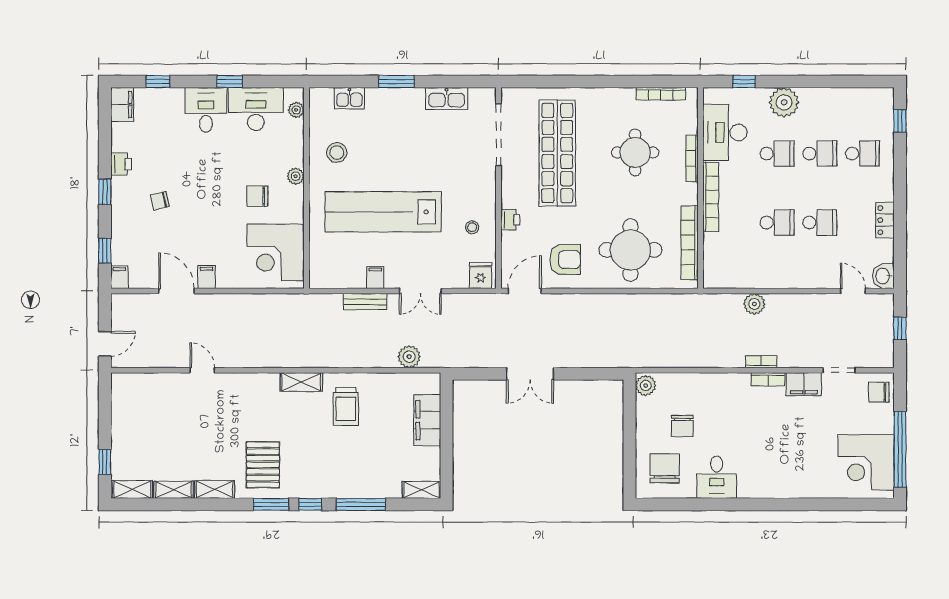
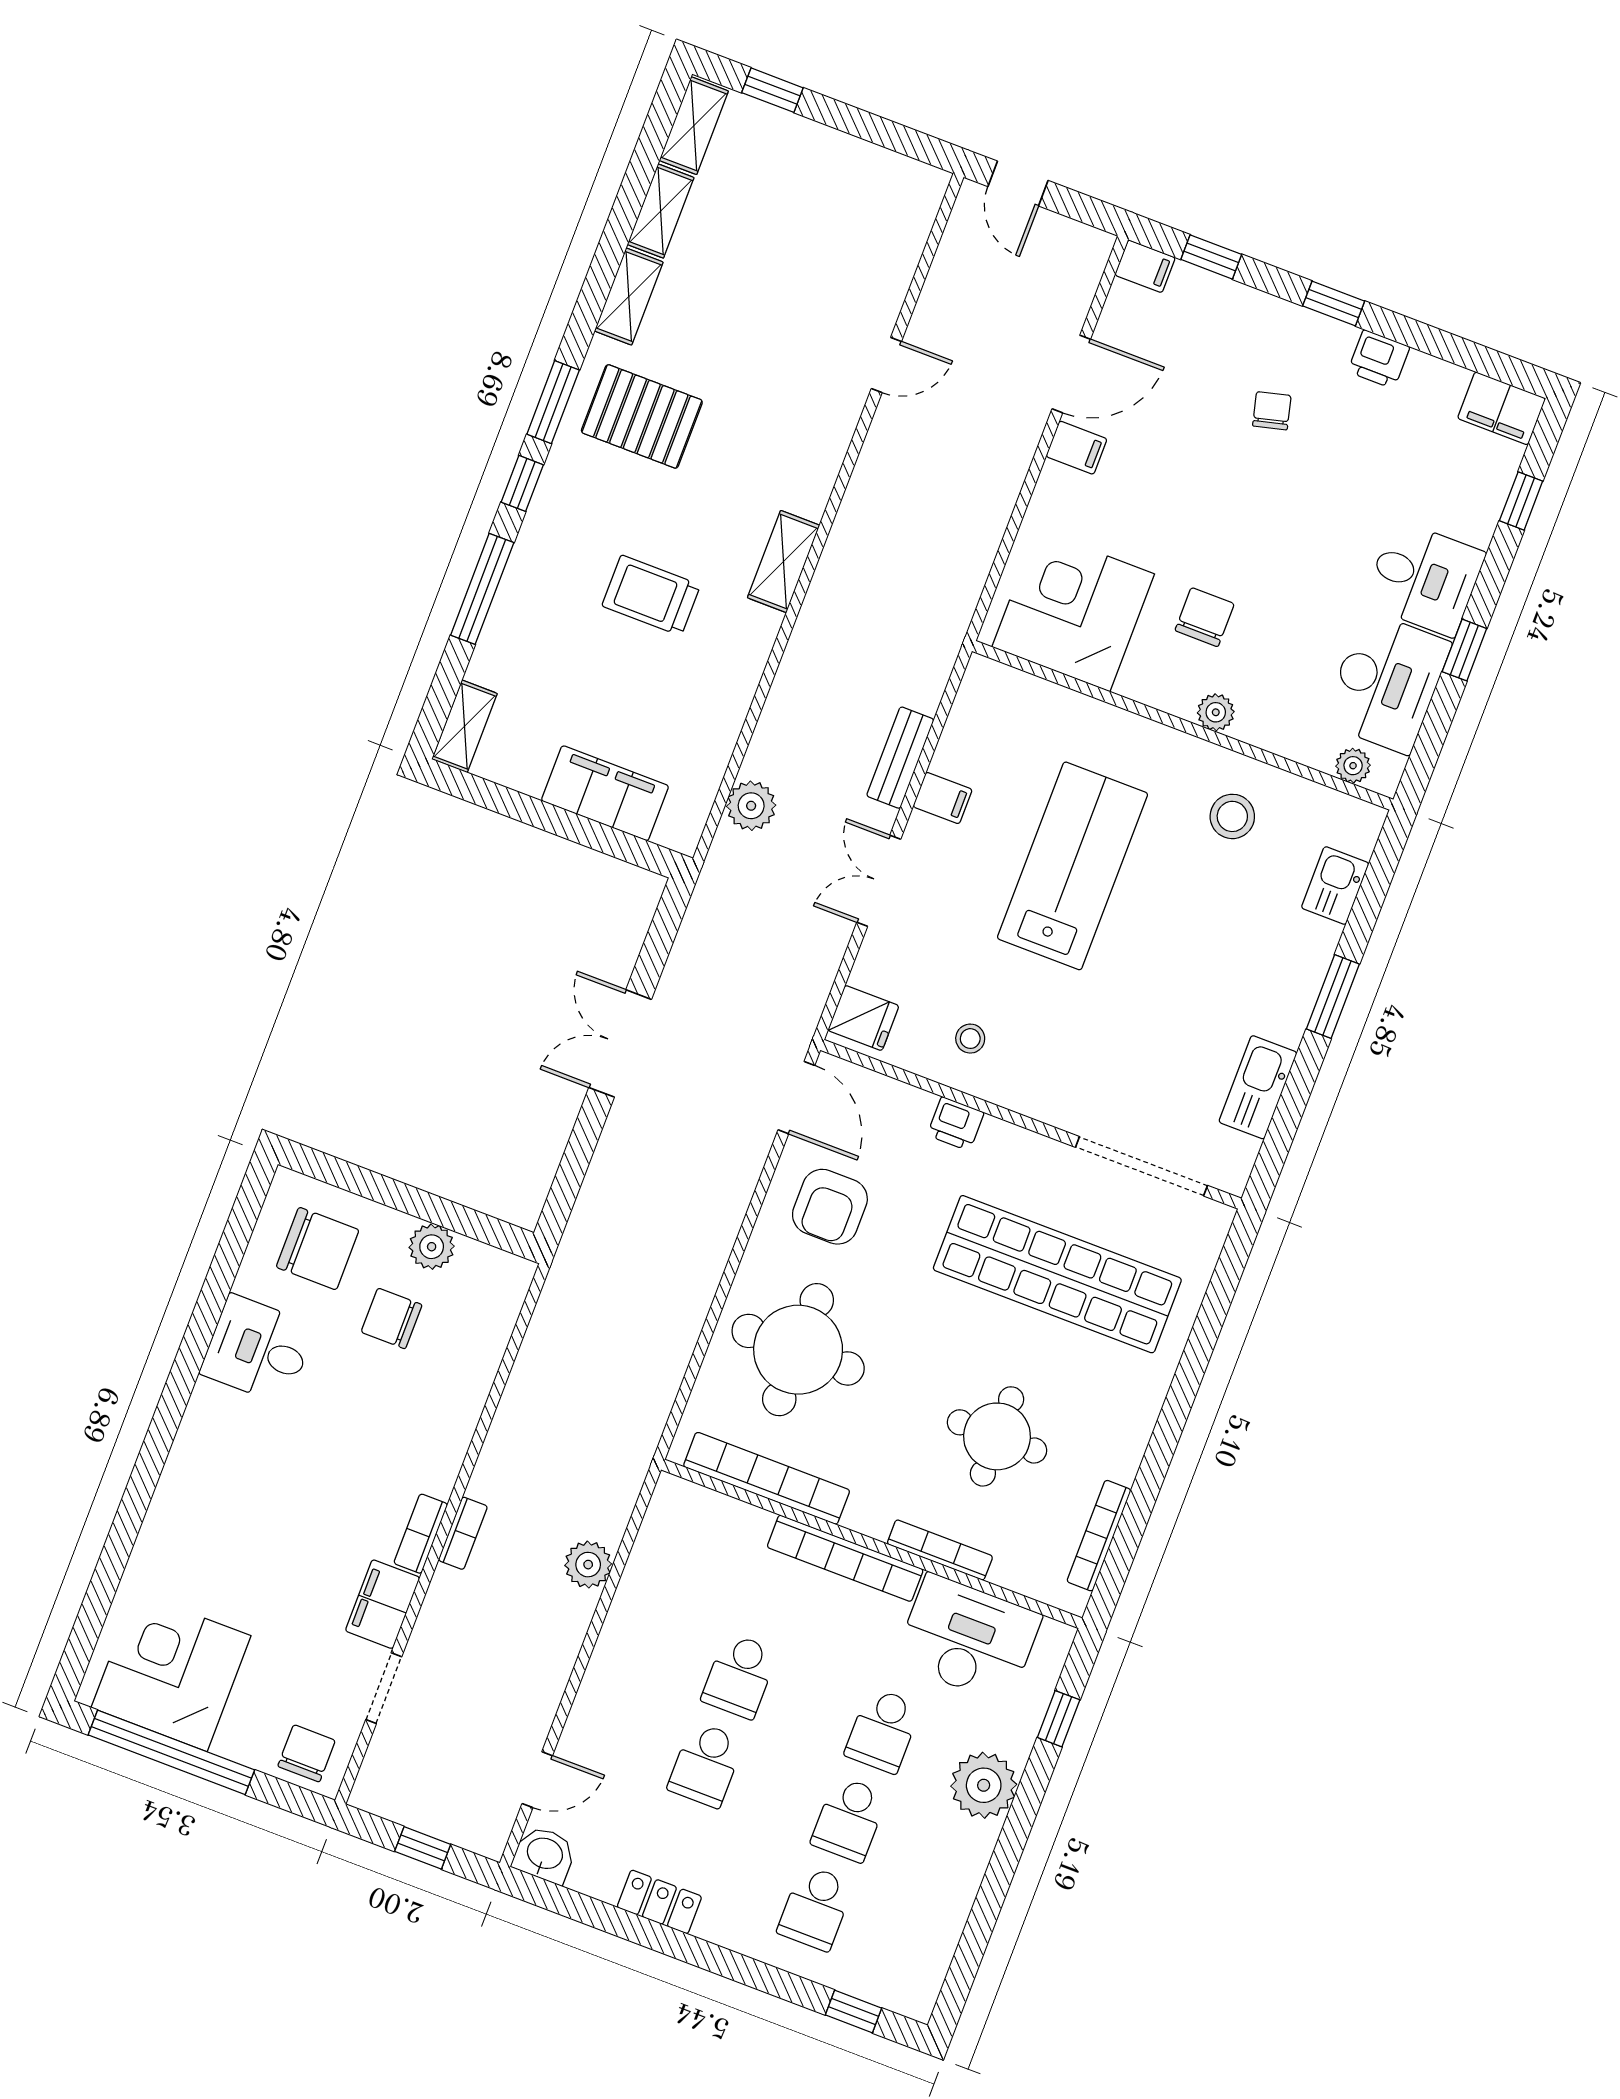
lab bench: (383, 212) -> (1073, 866), width x0.73
plant: (646, 385) -> (432, 1247), moved
trolley: (346, 406) -> (651, 595), moved

